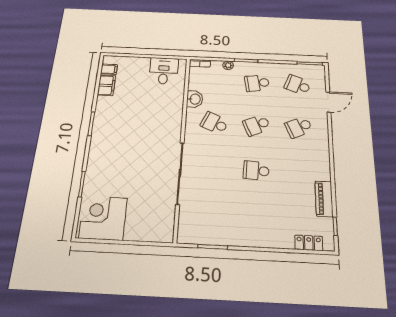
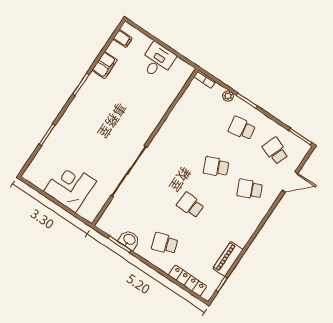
desk: (164, 71) -> (157, 61), moved
filing cabinet: (106, 85) -> (105, 65), moved
washbasin: (195, 99) -> (129, 240), moved, turned -90
school desk: (215, 123) -> (165, 243), moved, turned -42
corner desk: (103, 218) -> (70, 186), moved
locker: (309, 243) -> (188, 281), width x1.53

